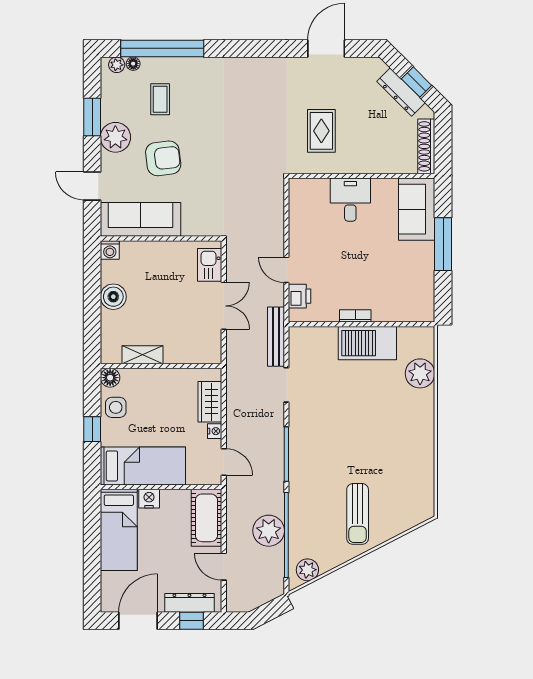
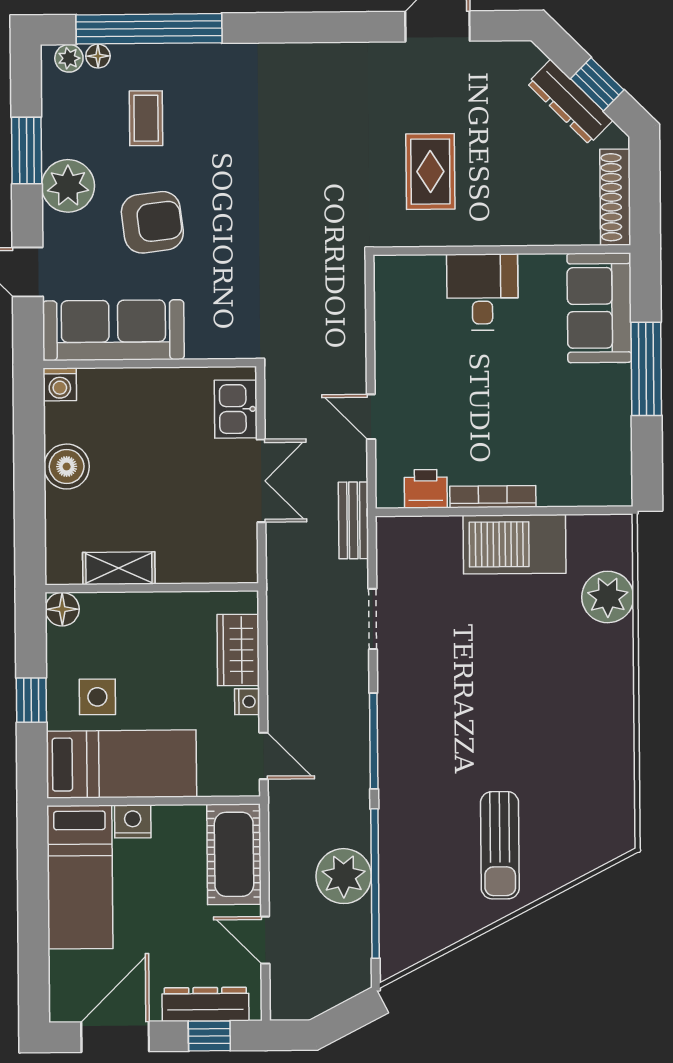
printer: (299, 296) -> (426, 489), moved, turned -90
bookcase: (355, 316) -> (493, 497), width x1.56
bench: (276, 337) -> (353, 520), width x0.73
side table: (116, 407) -> (97, 697), moved
plant: (307, 570) -> (413, 944), removed

